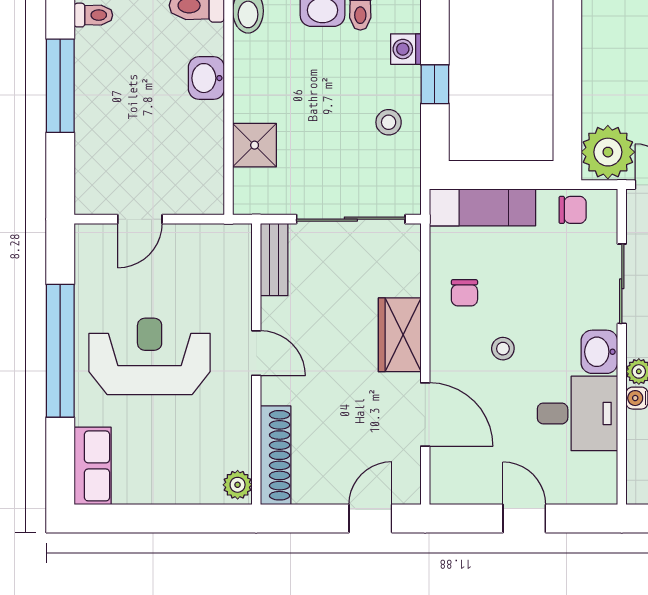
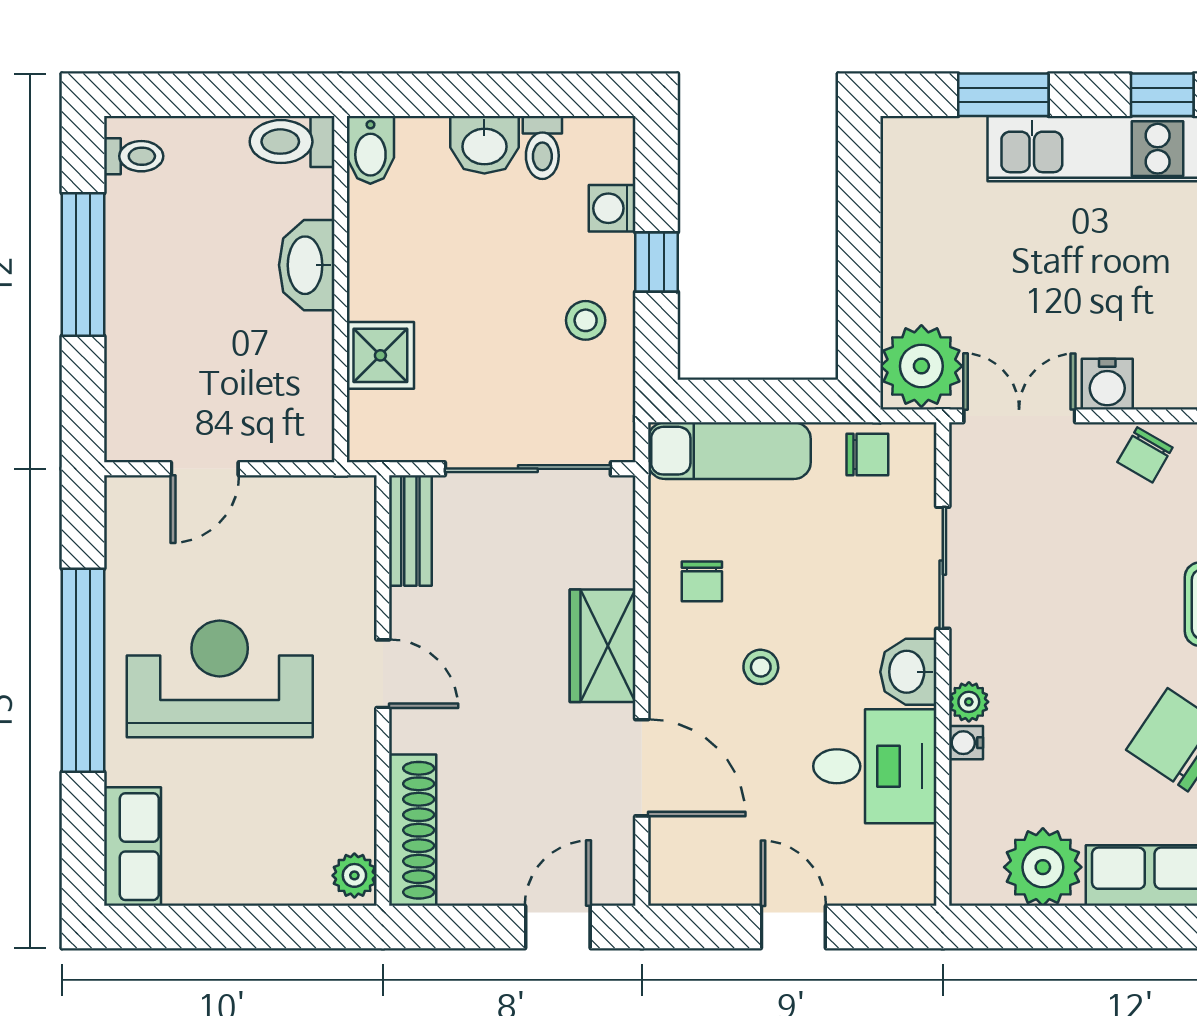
washbasin: (206, 78) -> (307, 265), width x1.38

